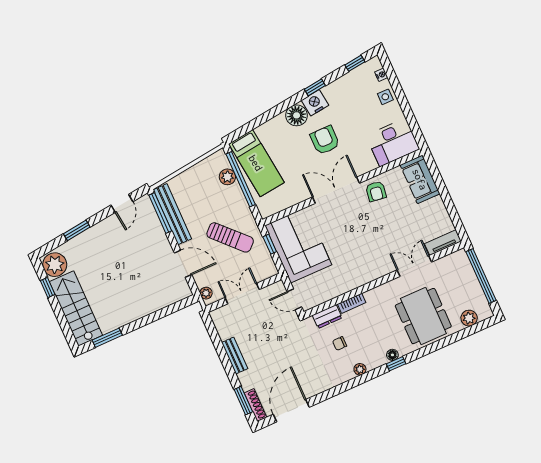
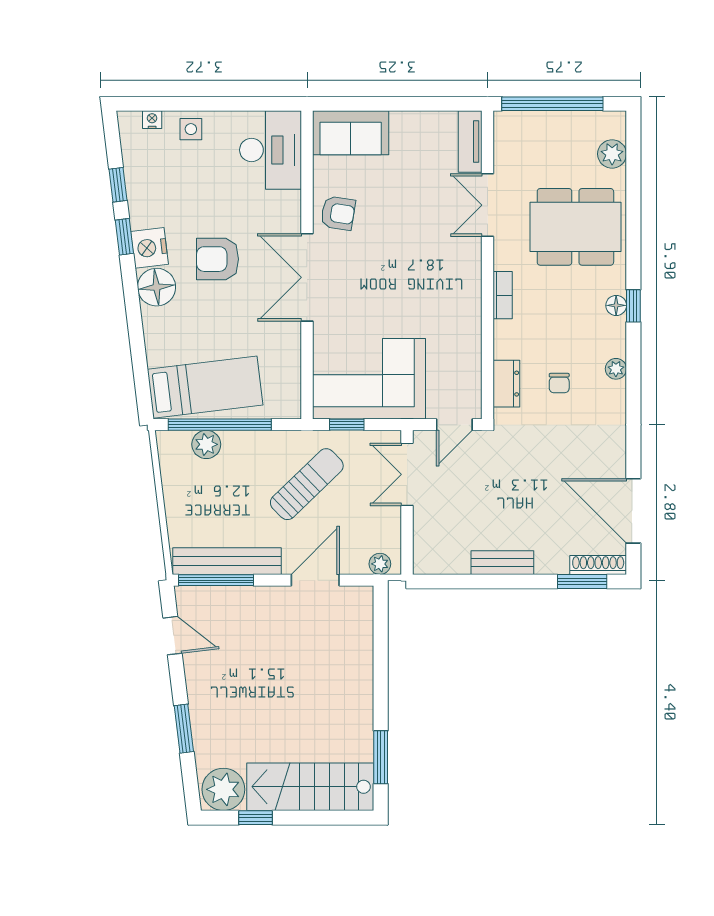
window: (355, 63) -> (118, 185), moved
double door: (242, 294) -> (407, 474), moved
bookcase: (352, 303) -> (503, 295), moved

